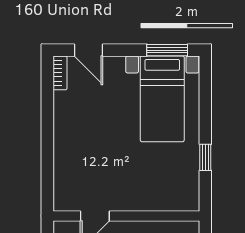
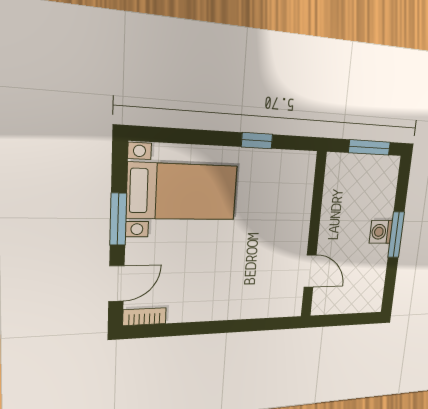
window: (167, 50) -> (118, 219), moved

